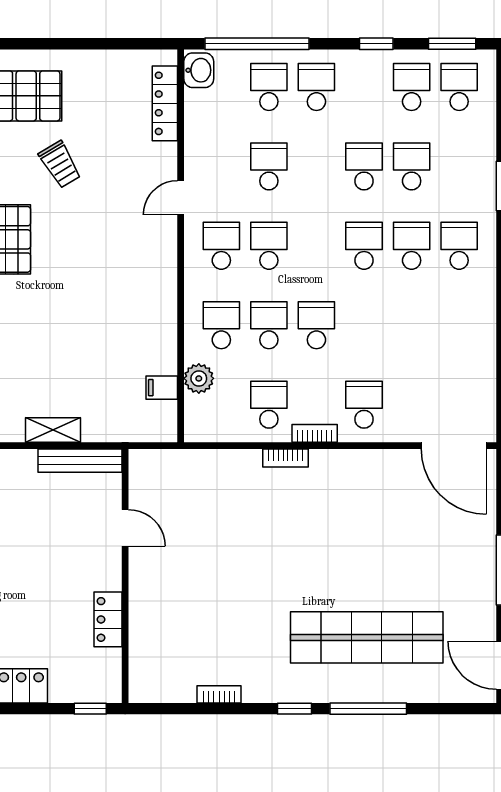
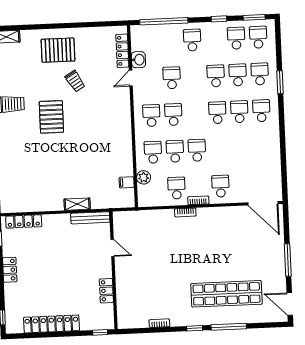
washbasin: (199, 70) -> (138, 60), moved
school desk: (269, 87) -> (260, 74), moved
door: (181, 198) -> (131, 78), moved

